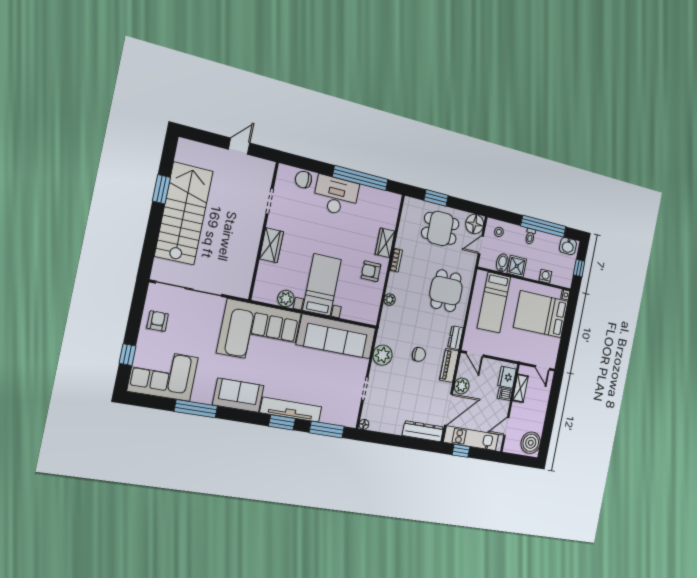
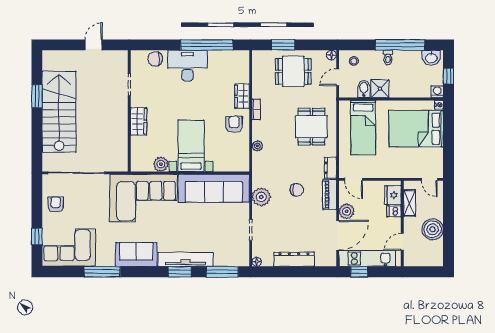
floor lamp: (475, 224) -> (331, 55), width x0.53, depth x0.53
armchair: (371, 271) -> (234, 124), turned 90
washing machine: (545, 276) -> (437, 92), moved
dresser: (423, 431) -> (294, 259), moved
boiler: (531, 443) -> (433, 229), moved

